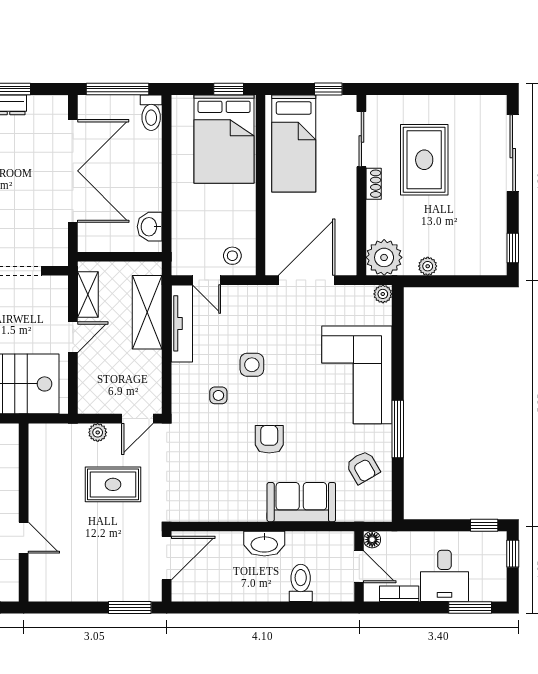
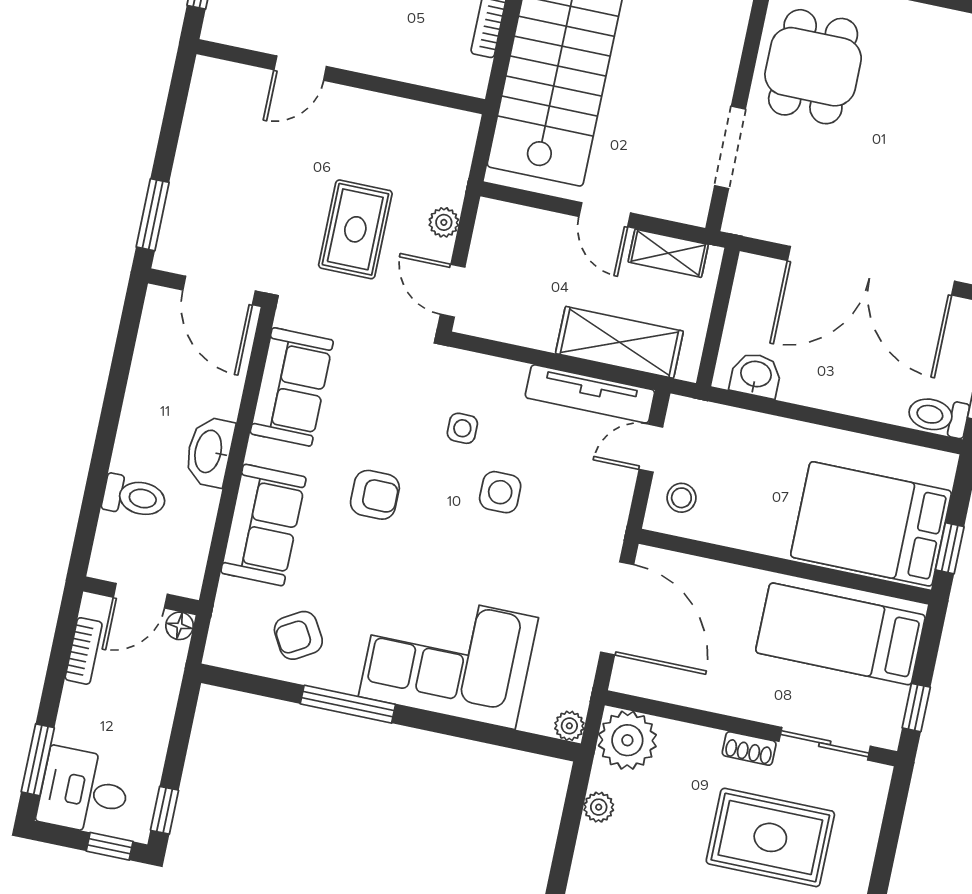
sofa: (215, 503) -> (292, 387), added
desk: (444, 576) -> (84, 791), moved

